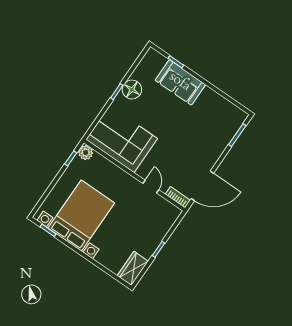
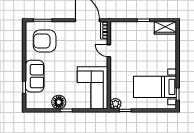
armchair: (212, 121) -> (45, 41), added
door: (151, 187) -> (109, 51), hinge flipped
bed with nightstands: (81, 216) -> (155, 87), width x0.73

